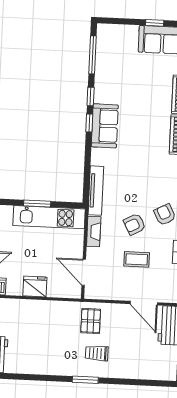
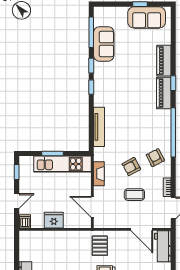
sofa: (105, 126) -> (104, 44), moved
tv unit: (96, 191) -> (99, 127), moved

